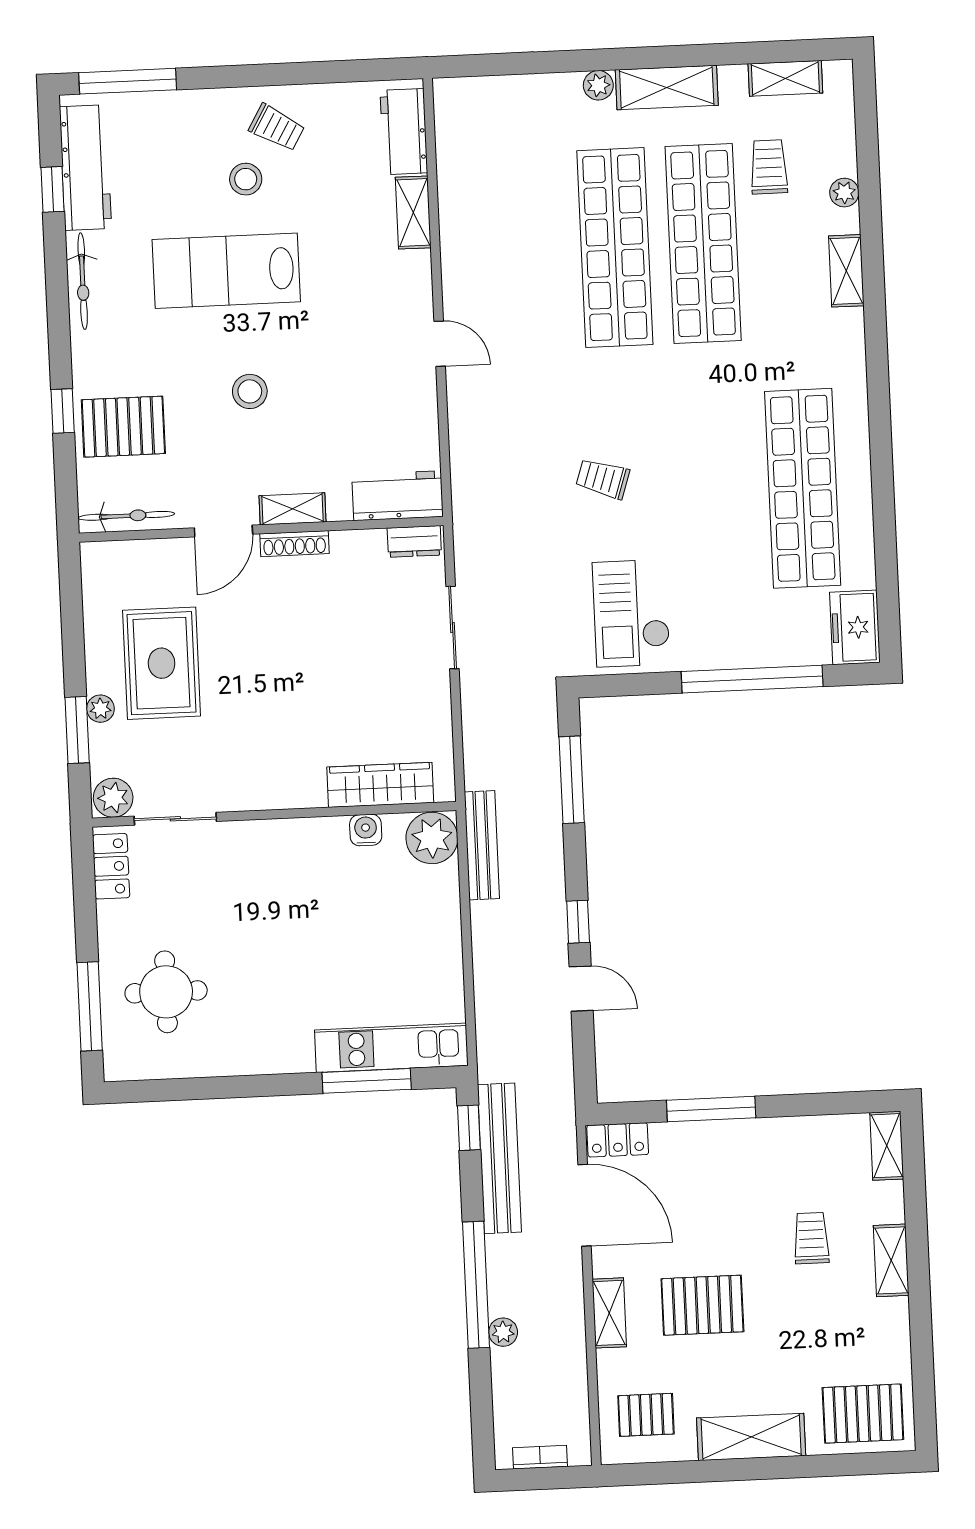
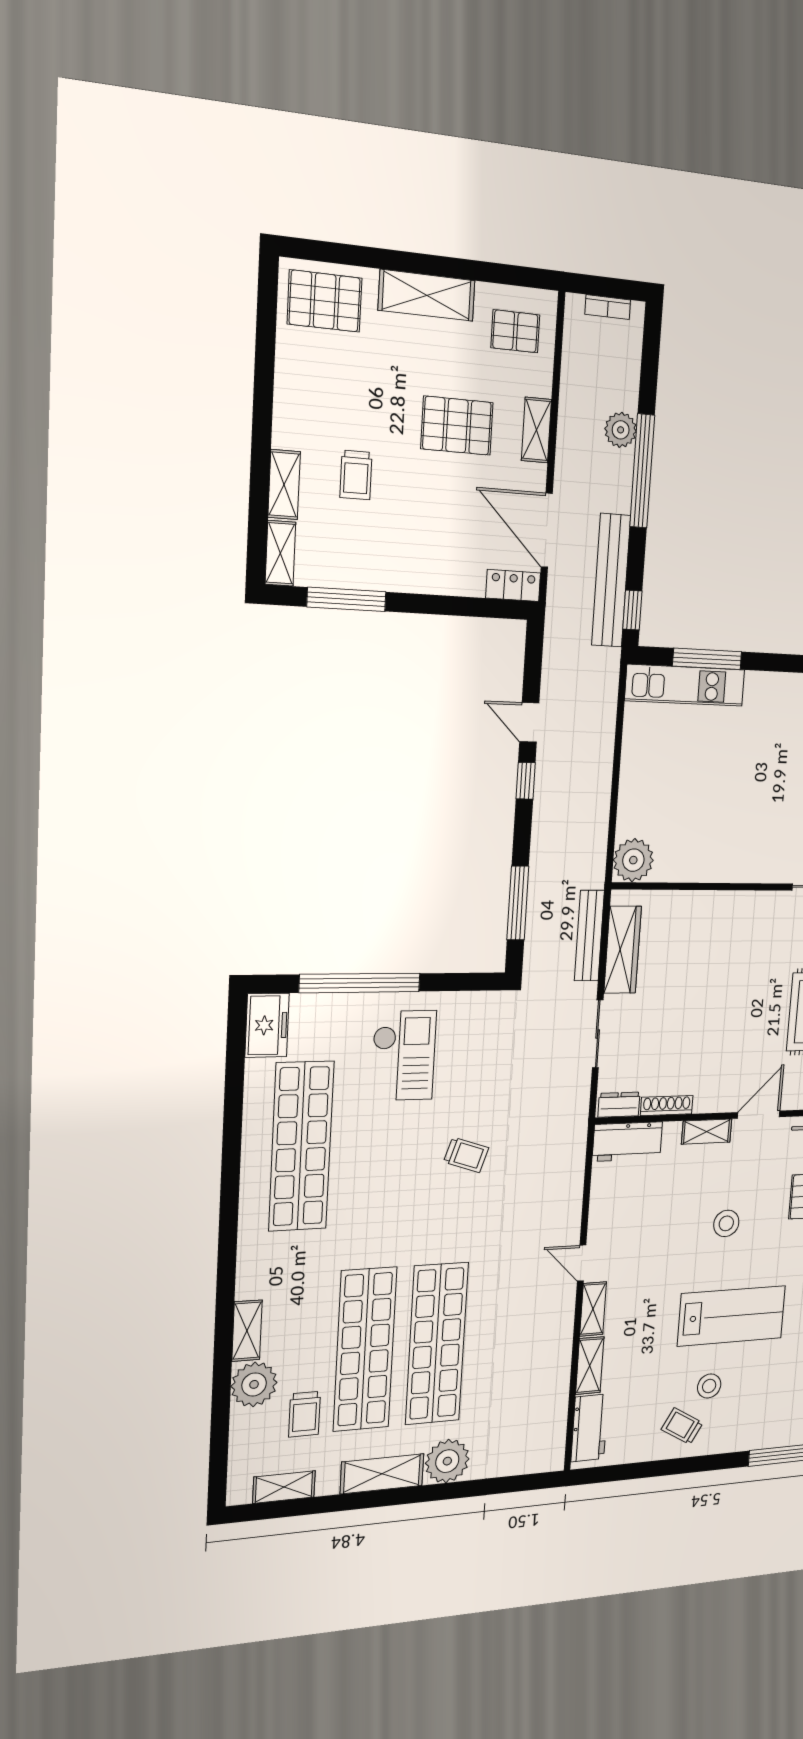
plant: (598, 85) -> (447, 1461), width x1.88, depth x1.88
plant: (844, 193) -> (254, 1384), width x1.88, depth x1.88
shelving: (418, 285) -> (593, 1309), added
shoe rack: (294, 544) -> (667, 1106), moved
checkout: (631, 613) -> (404, 1056), moved
wardrobe: (380, 785) -> (623, 950), moved, turned -90
water cooler: (366, 830) -> (683, 870), removed
bench: (482, 845) -> (589, 936), moved
window: (711, 1109) -> (346, 599), moved
shelving: (891, 1260) -> (284, 485), moved
plant: (503, 1332) -> (621, 430), width x1.38, depth x1.38

